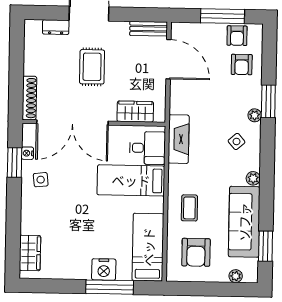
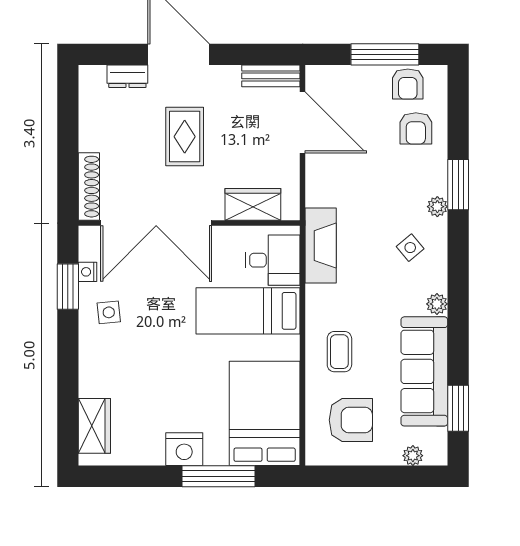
bed: (148, 247) -> (265, 413), width x1.50
armchair: (196, 252) -> (351, 420), turned -90
nightstand: (104, 269) -> (184, 449), moved

